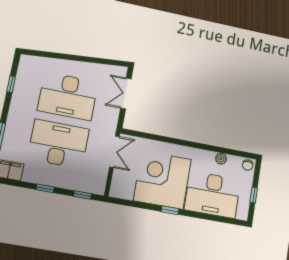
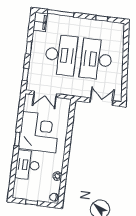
double door: (114, 152) -> (45, 94), moved
desk: (213, 195) -> (28, 165), width x0.73, depth x0.77

